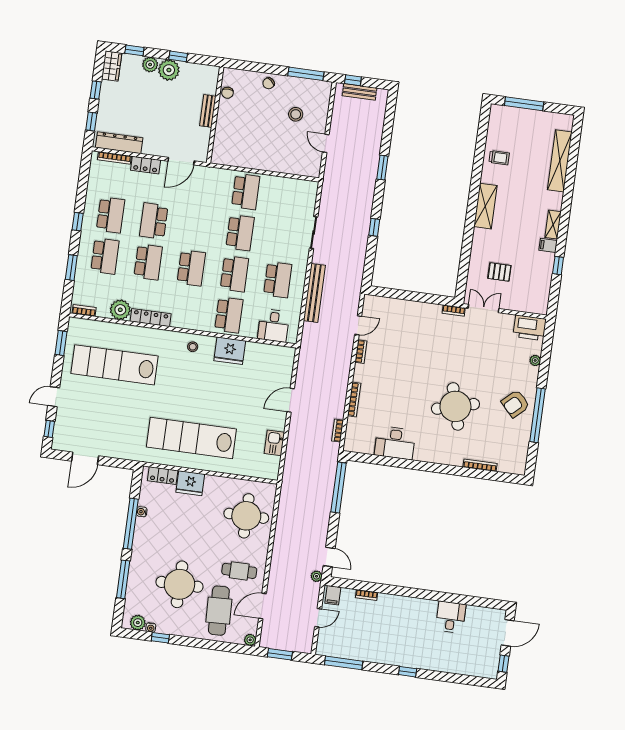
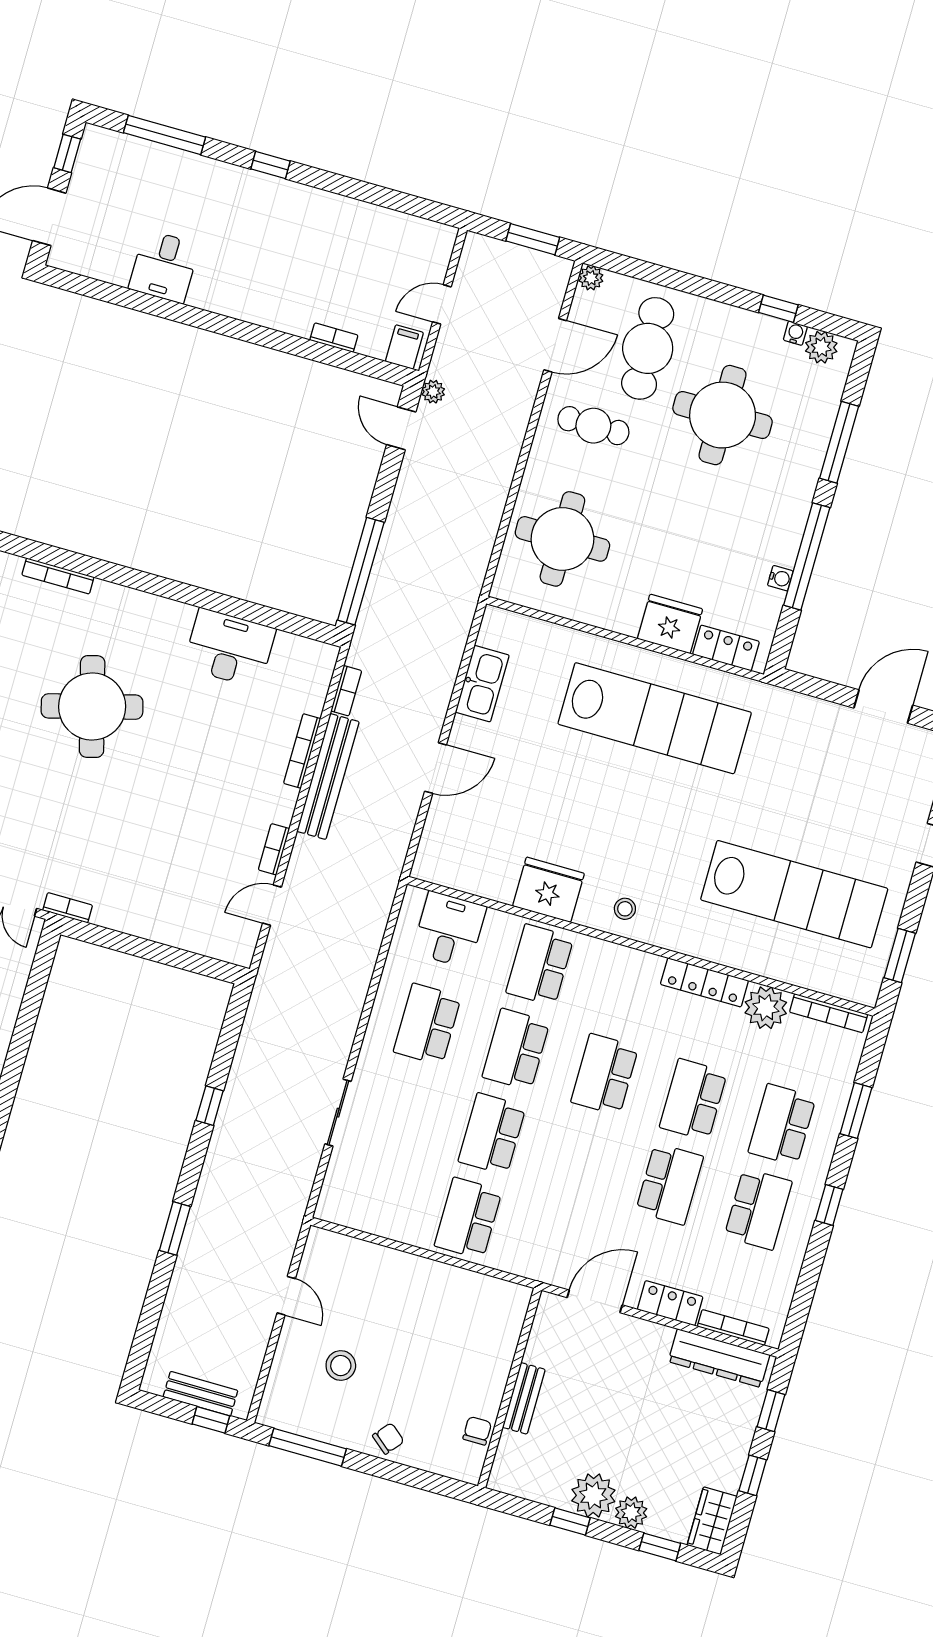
school desk: (111, 215) -> (758, 1209), turned 180
bench: (314, 293) -> (328, 776), moved
bookcase: (84, 310) -> (829, 1013), width x1.56
kitchen sink: (274, 443) -> (482, 684), width x1.38
window: (344, 663) -> (164, 135), moved

